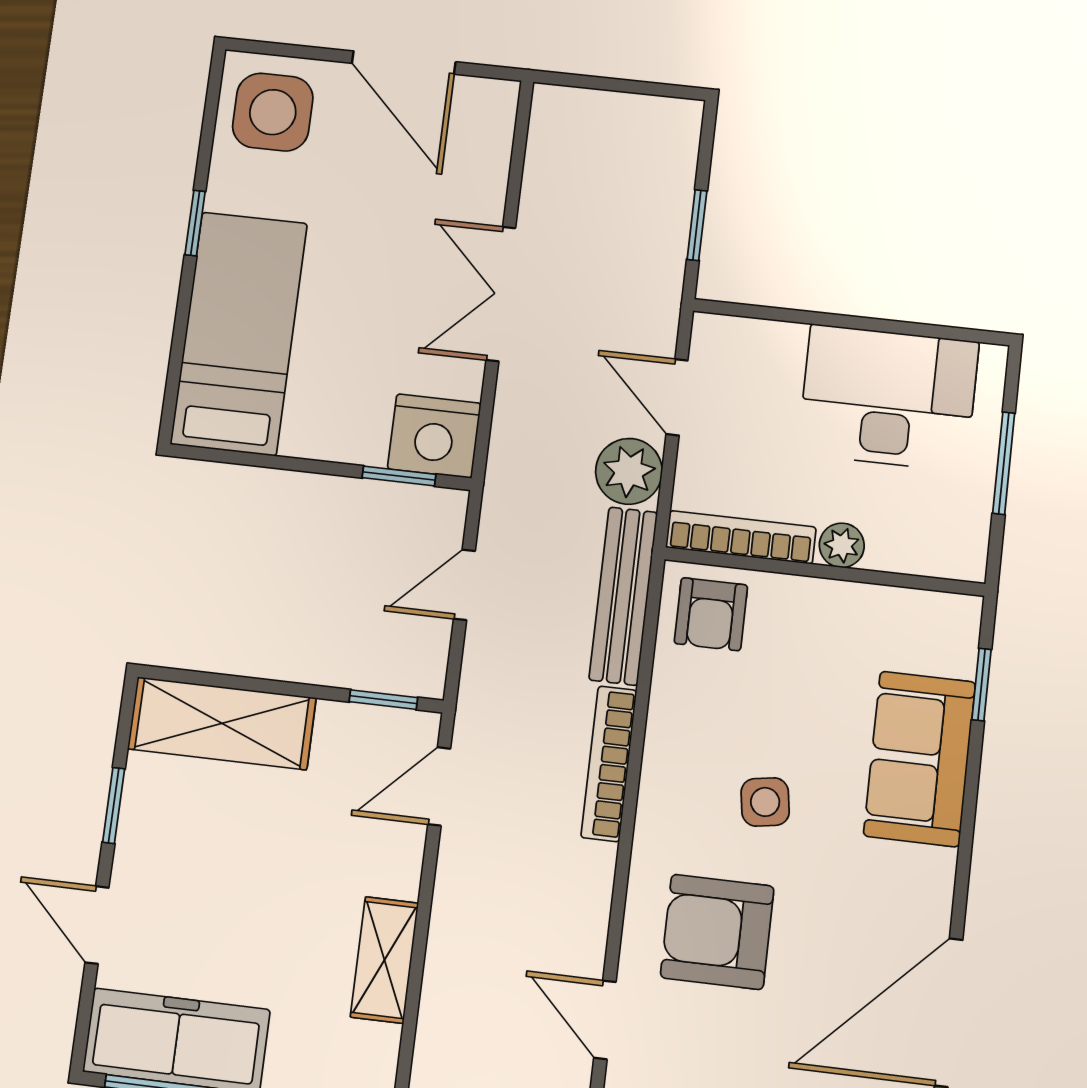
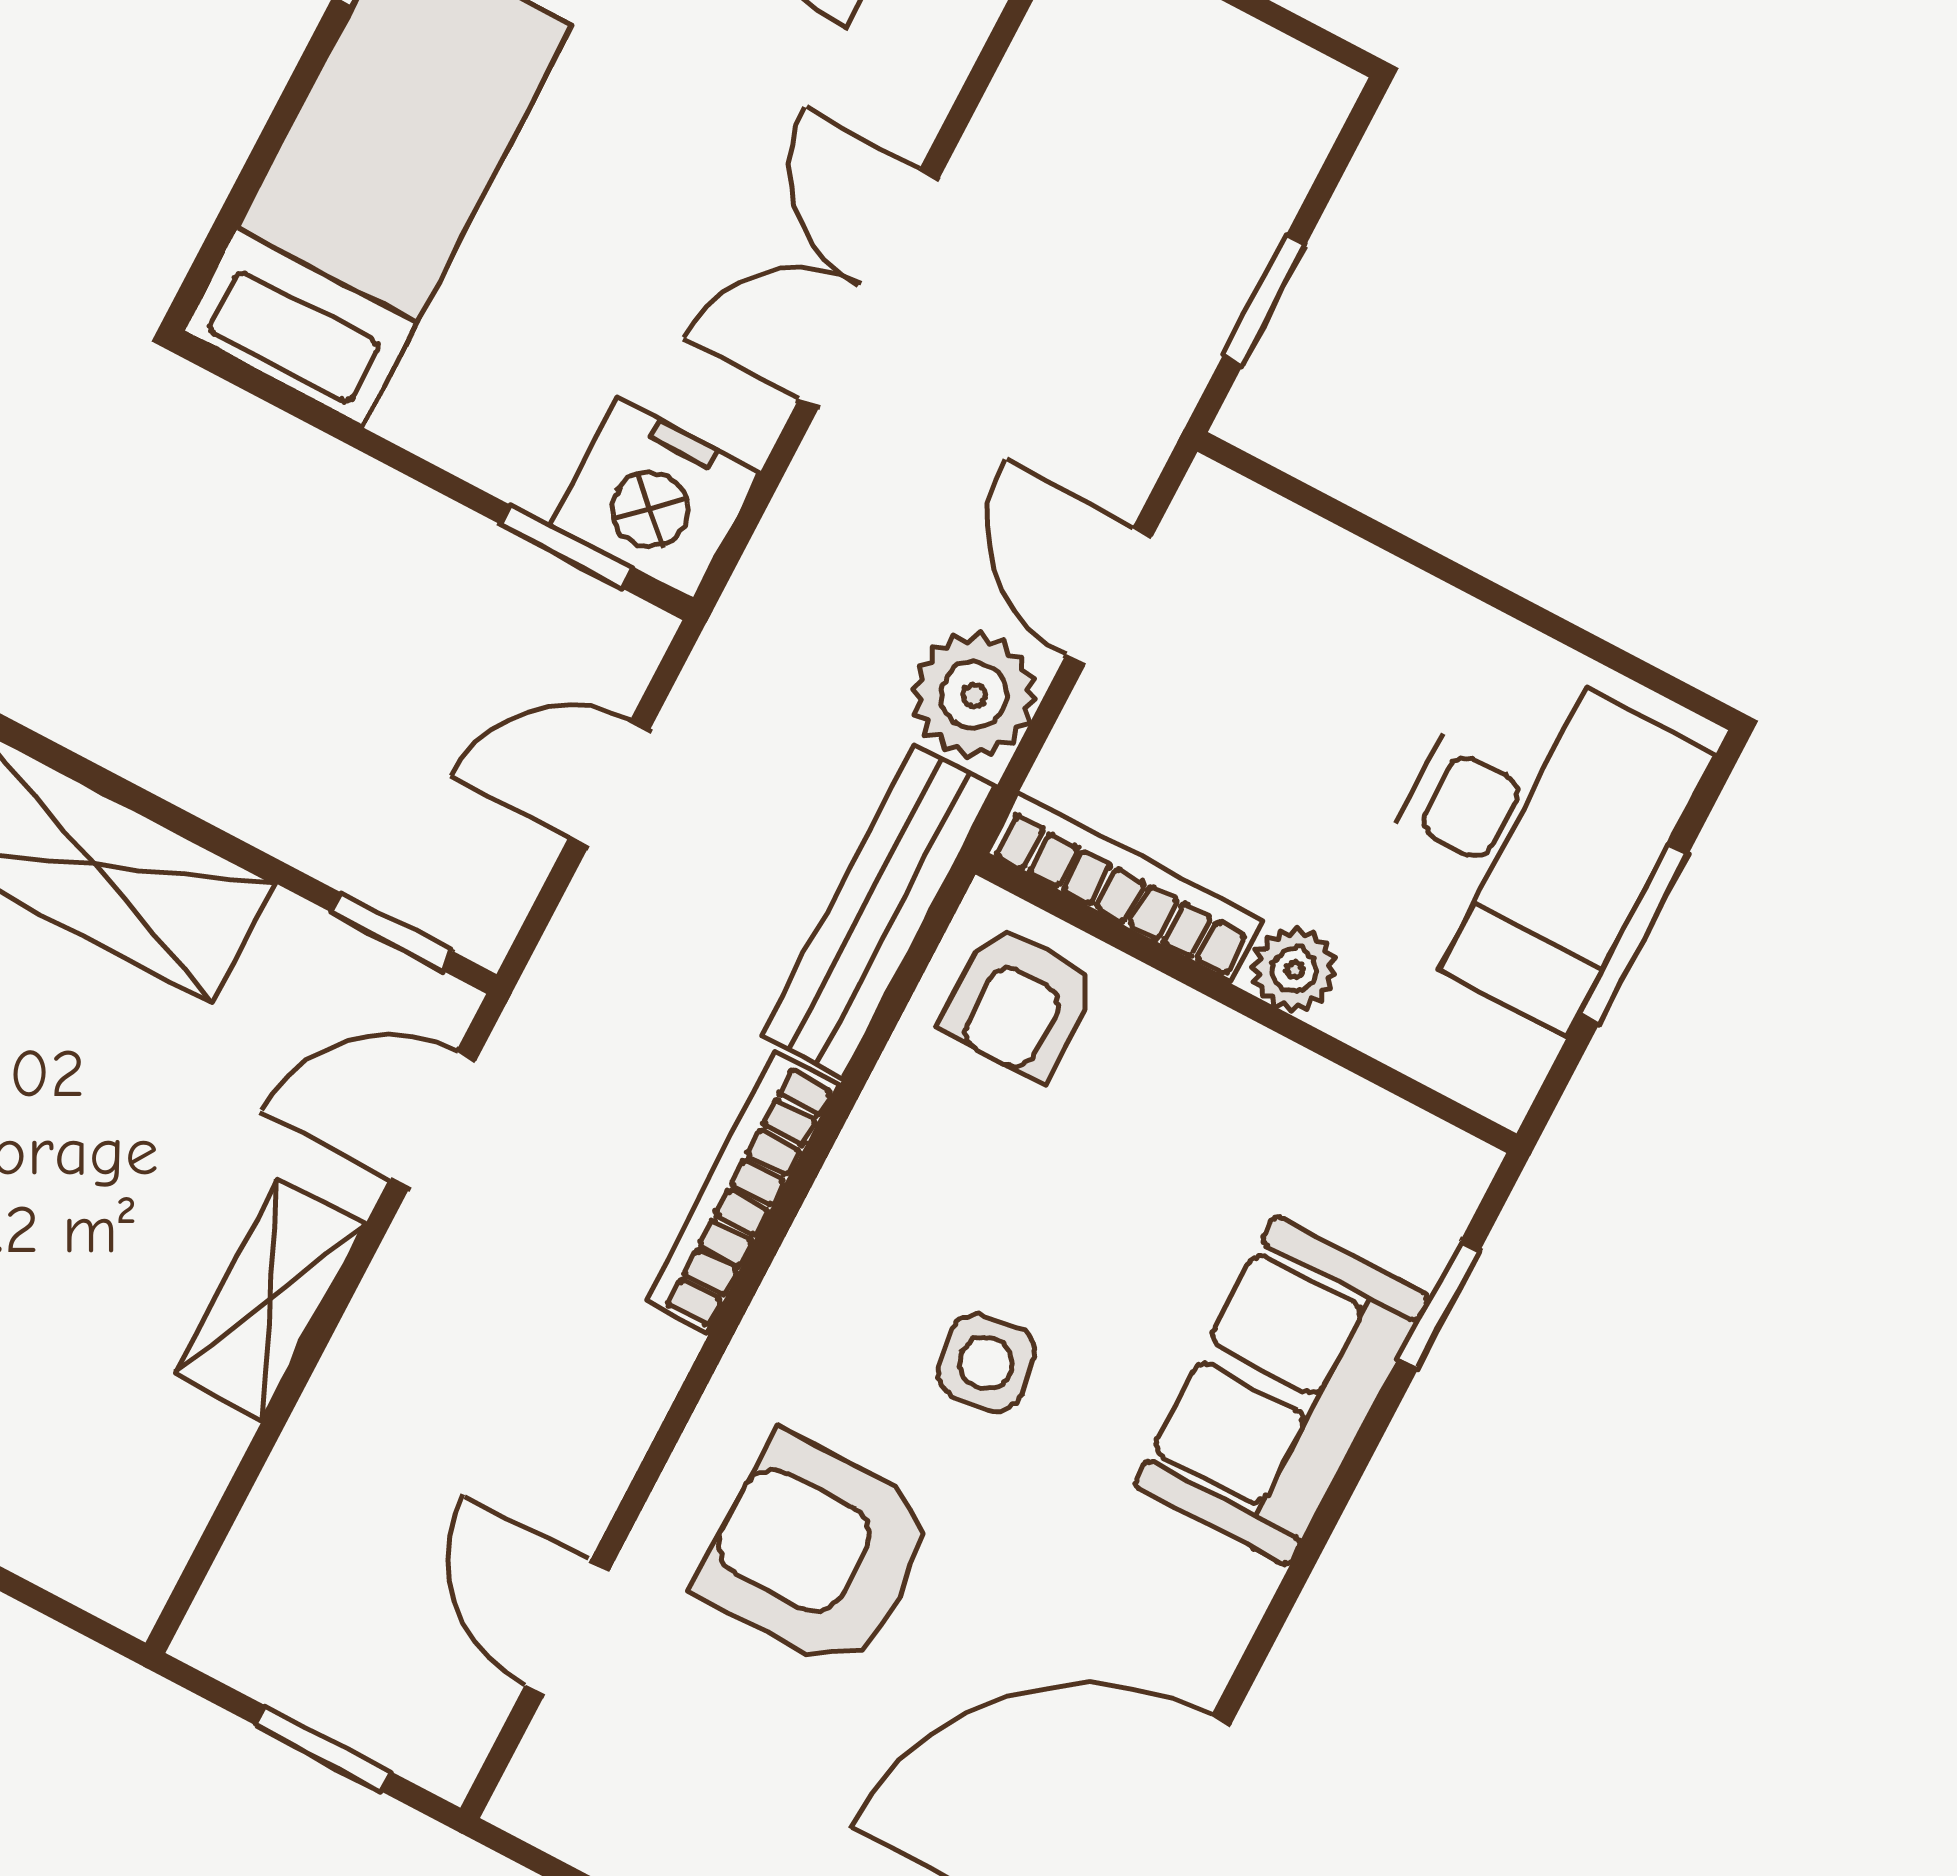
desk: (888, 398) -> (1530, 838), moved, turned 90
shelving: (384, 960) -> (270, 1300), moved

